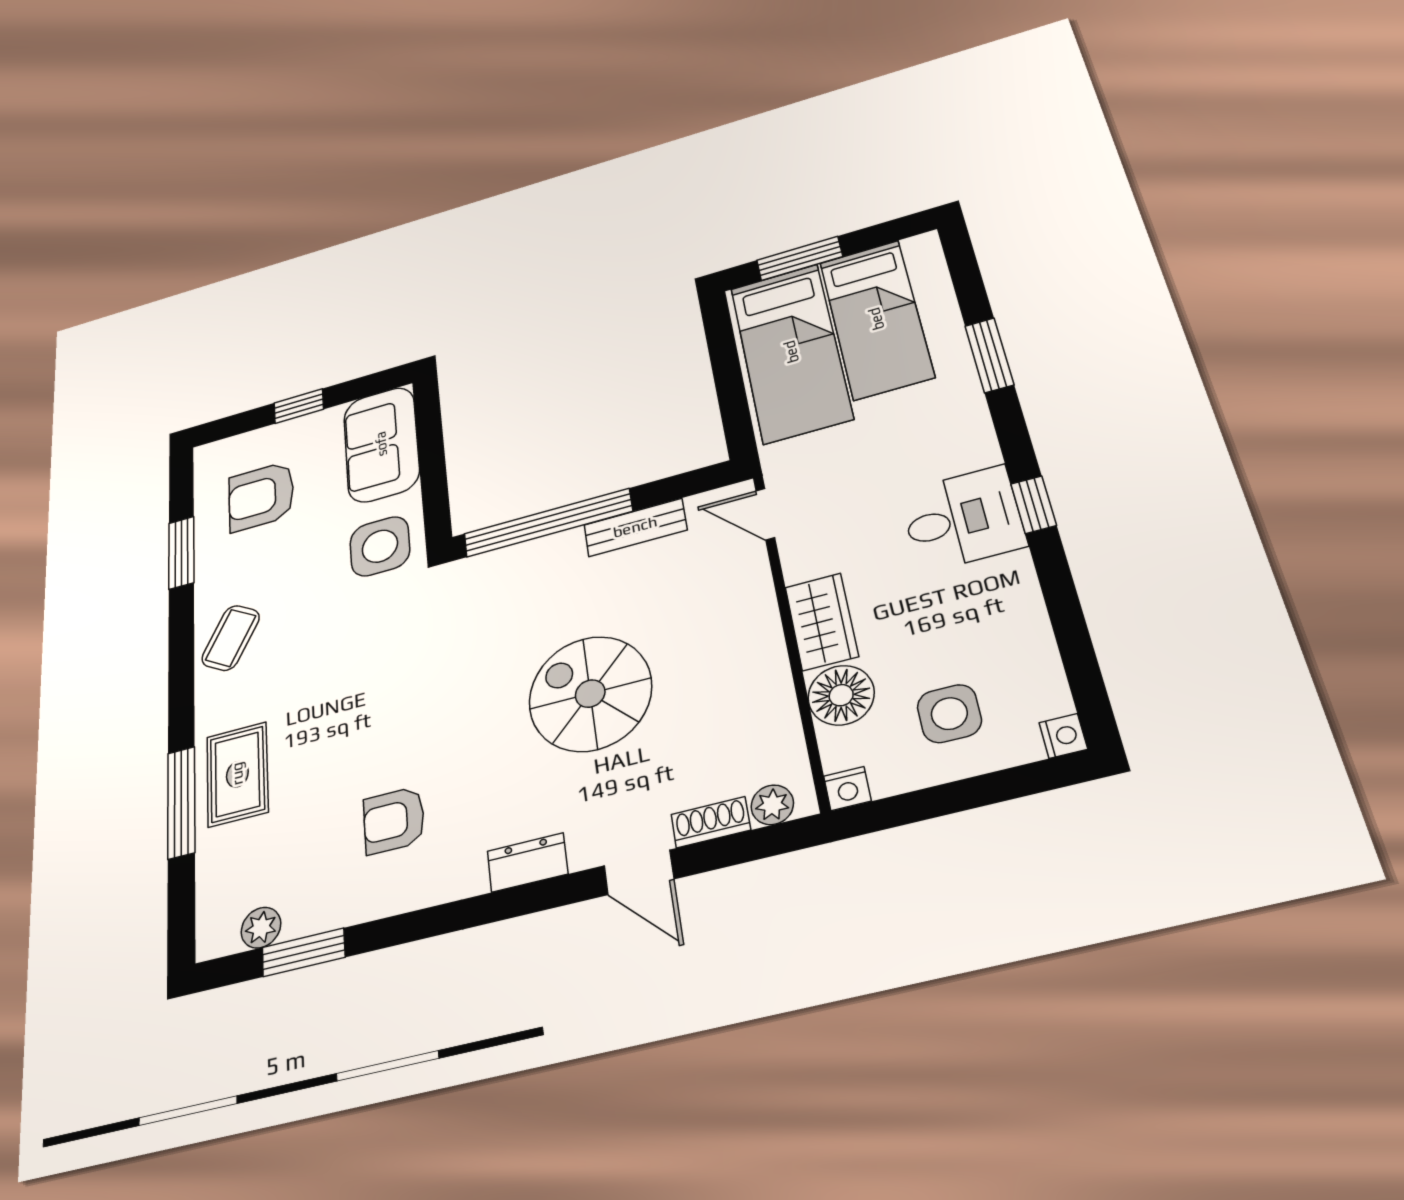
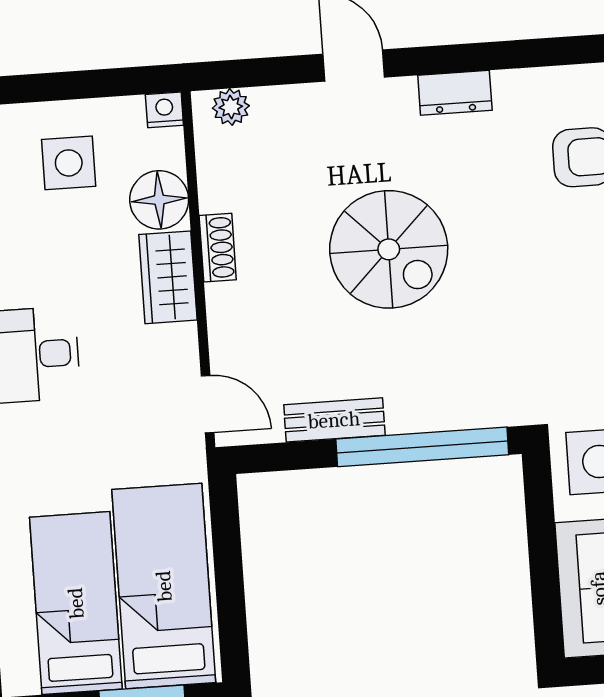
shoe rack: (711, 822) -> (218, 248), moved, turned -90

